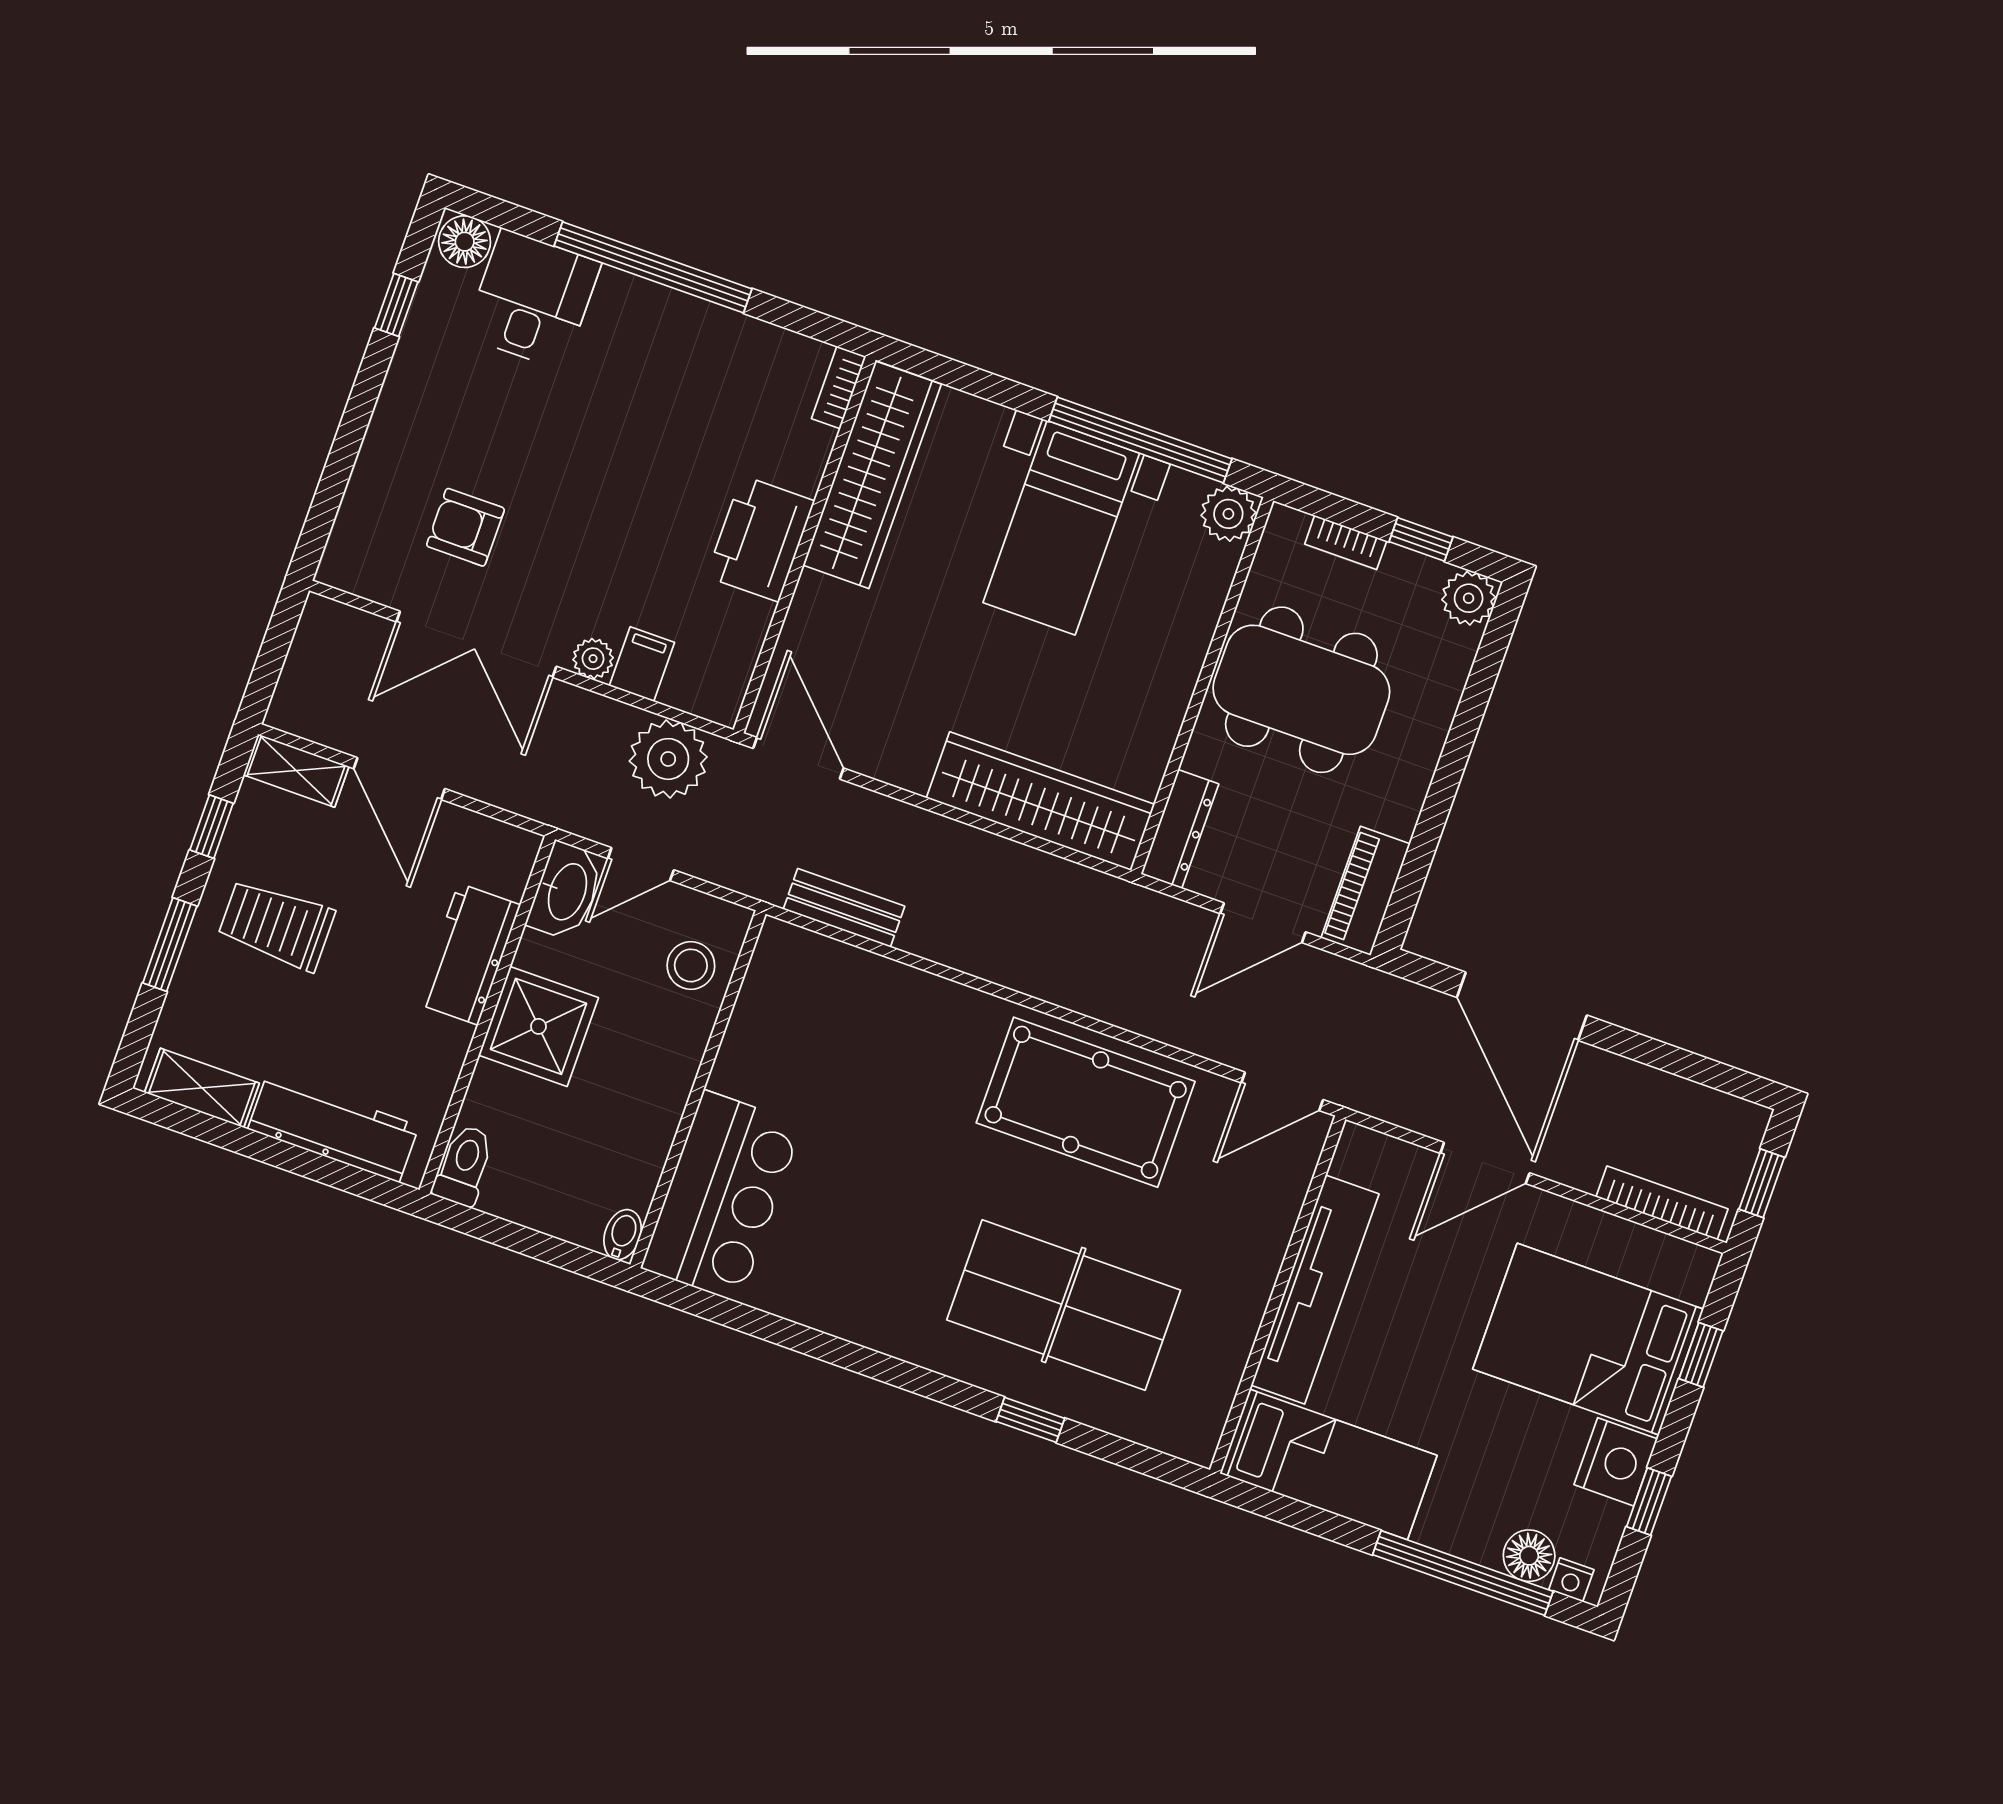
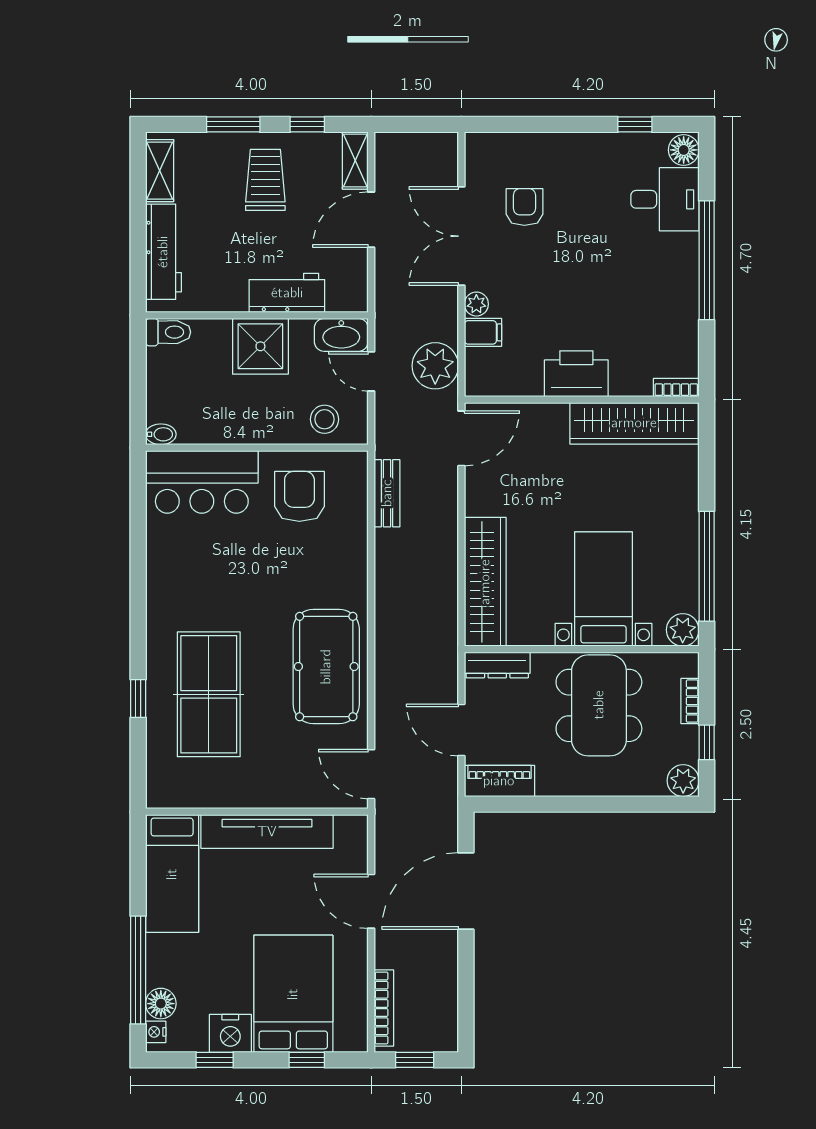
bed with nightstands: (1061, 528) -> (603, 589), moved, turned 90
armchair: (800, 1049) -> (299, 496), added

